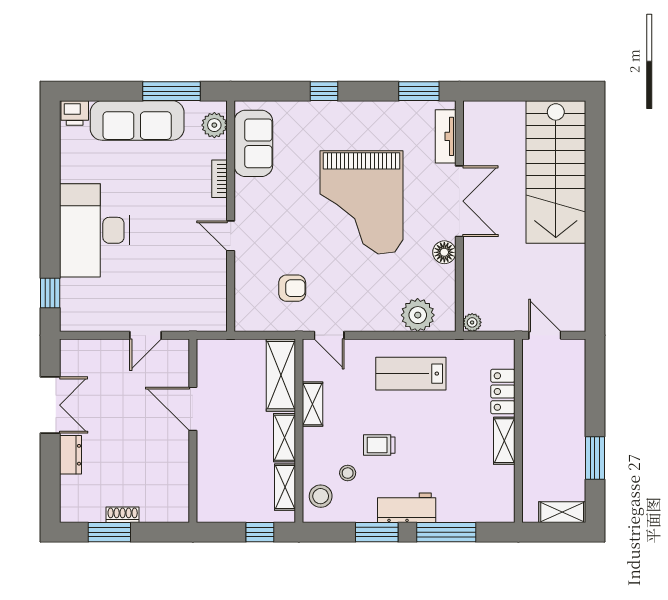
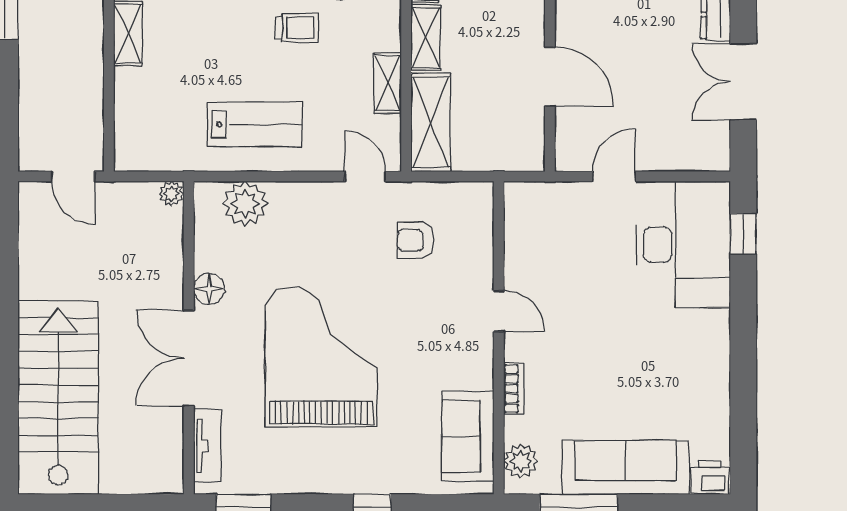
desk: (95, 230) -> (683, 245), moved
locker: (503, 391) -> (130, 100), removed

